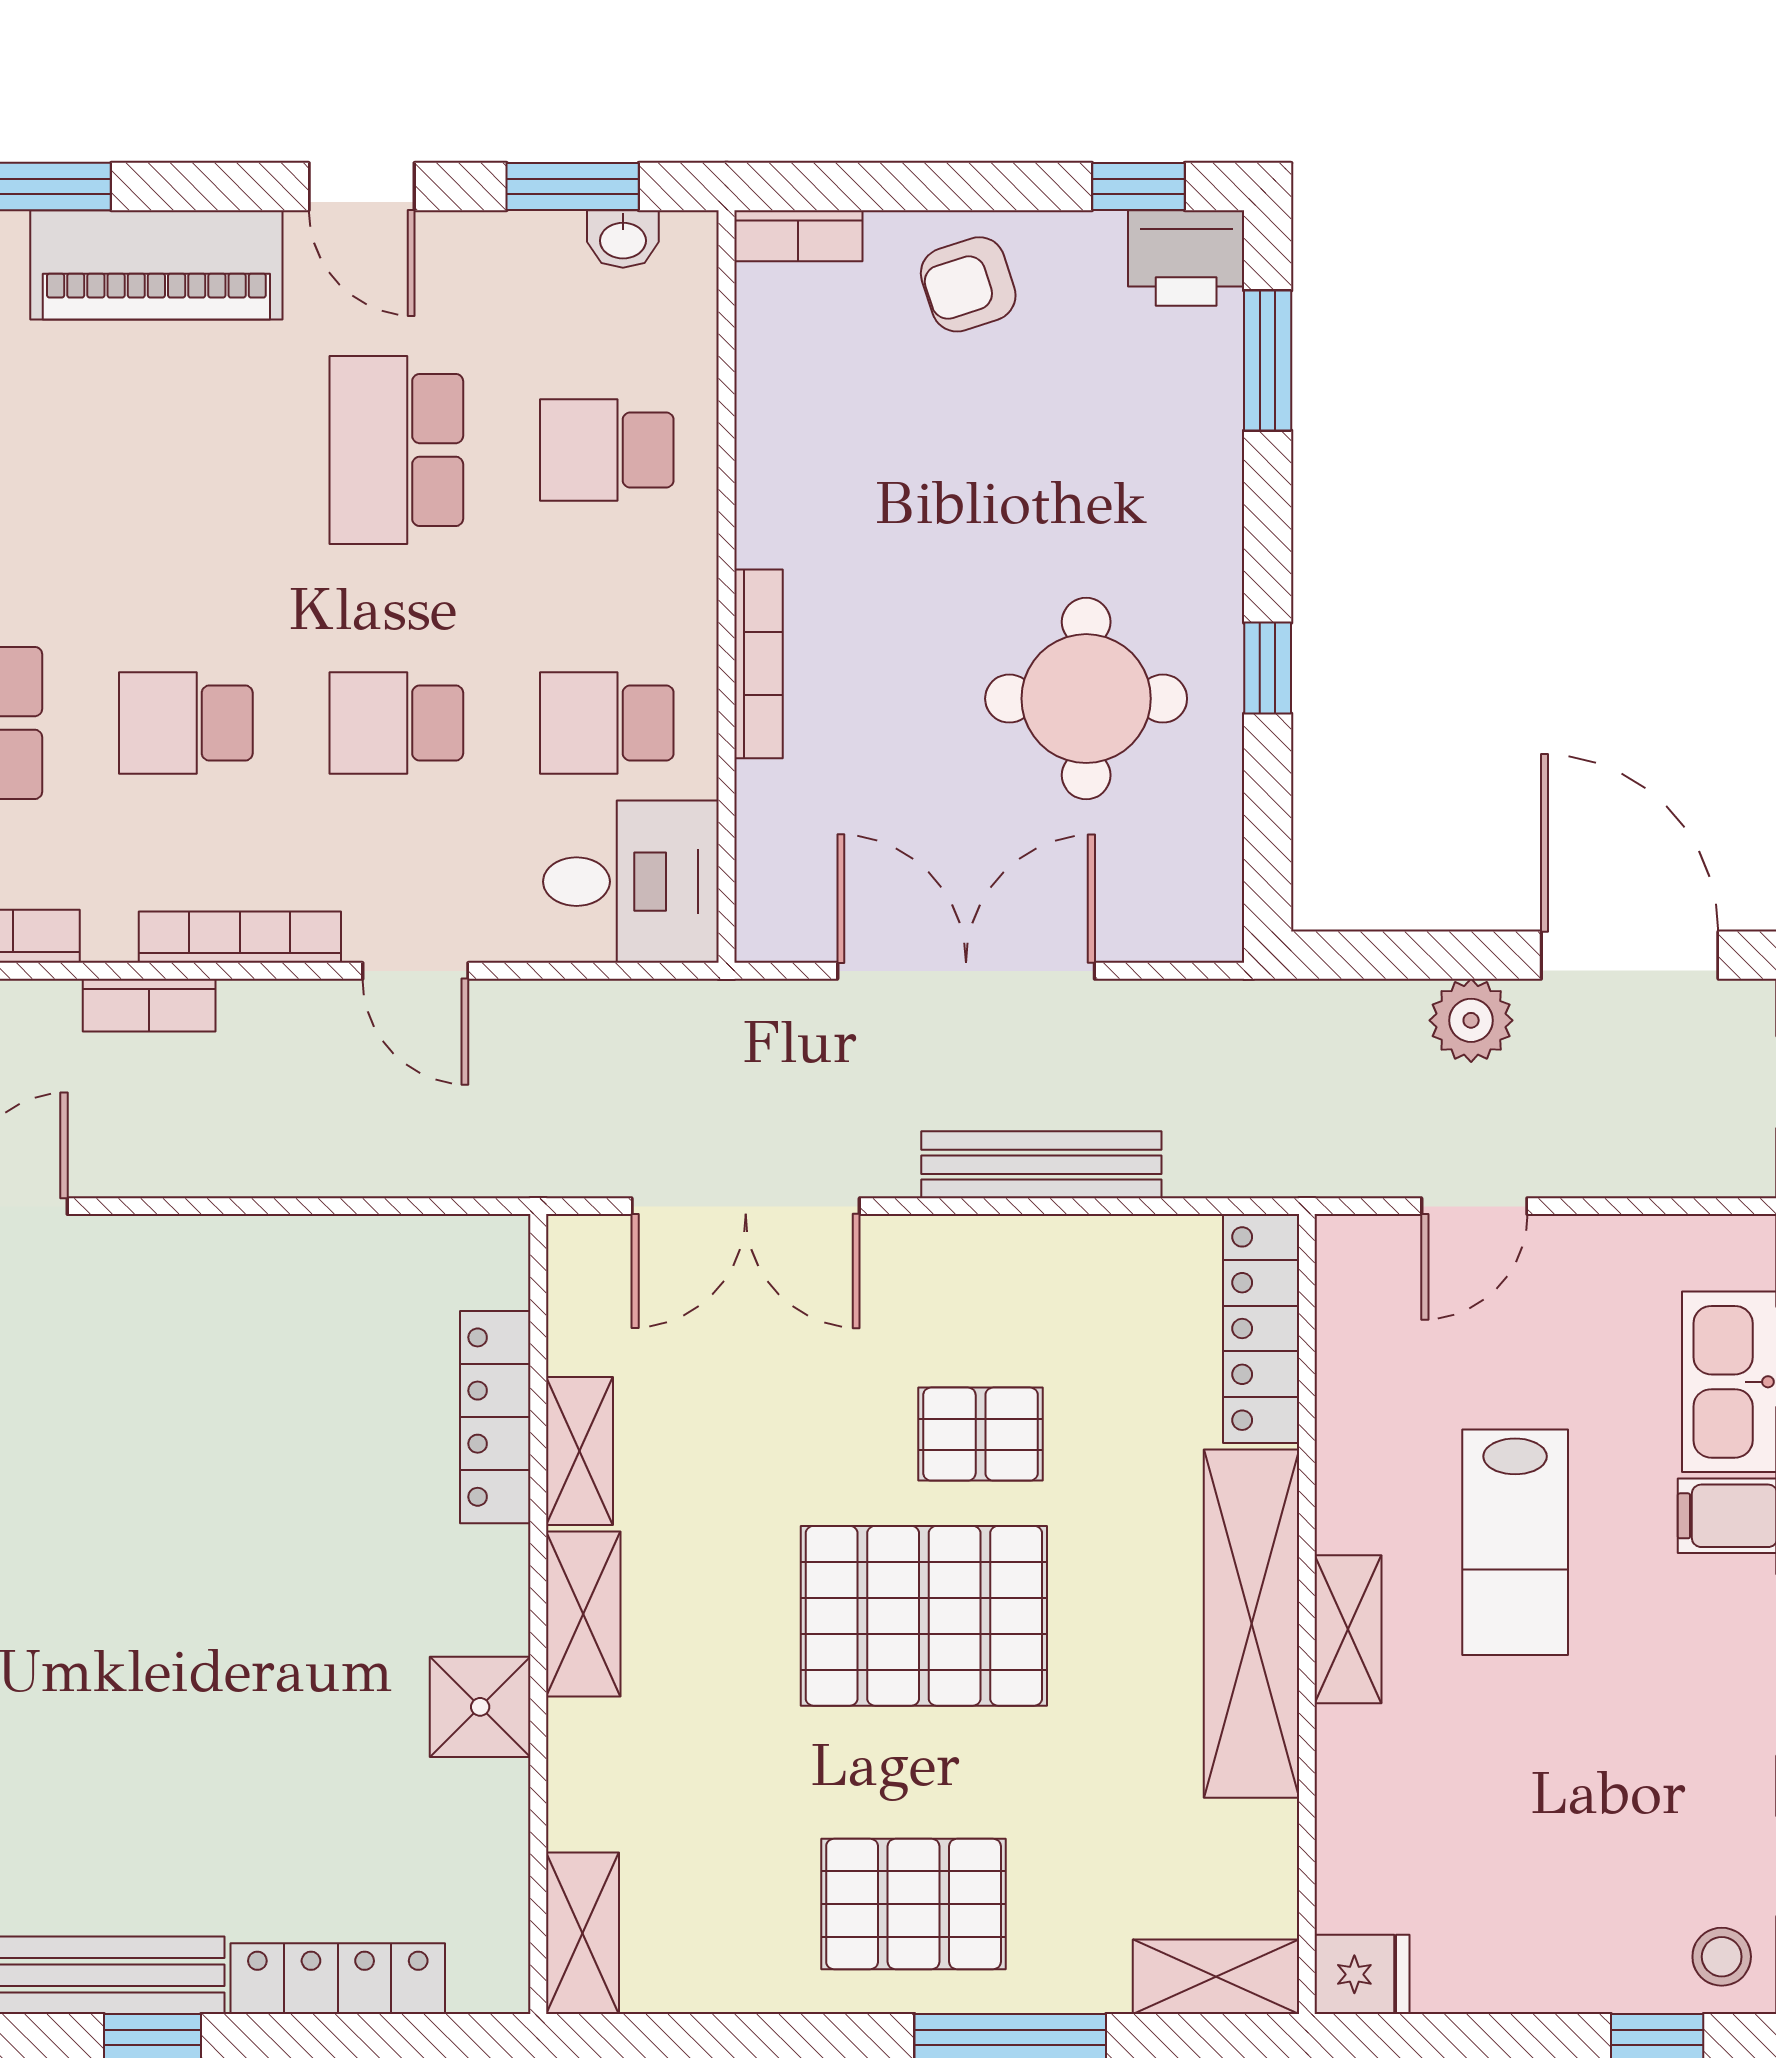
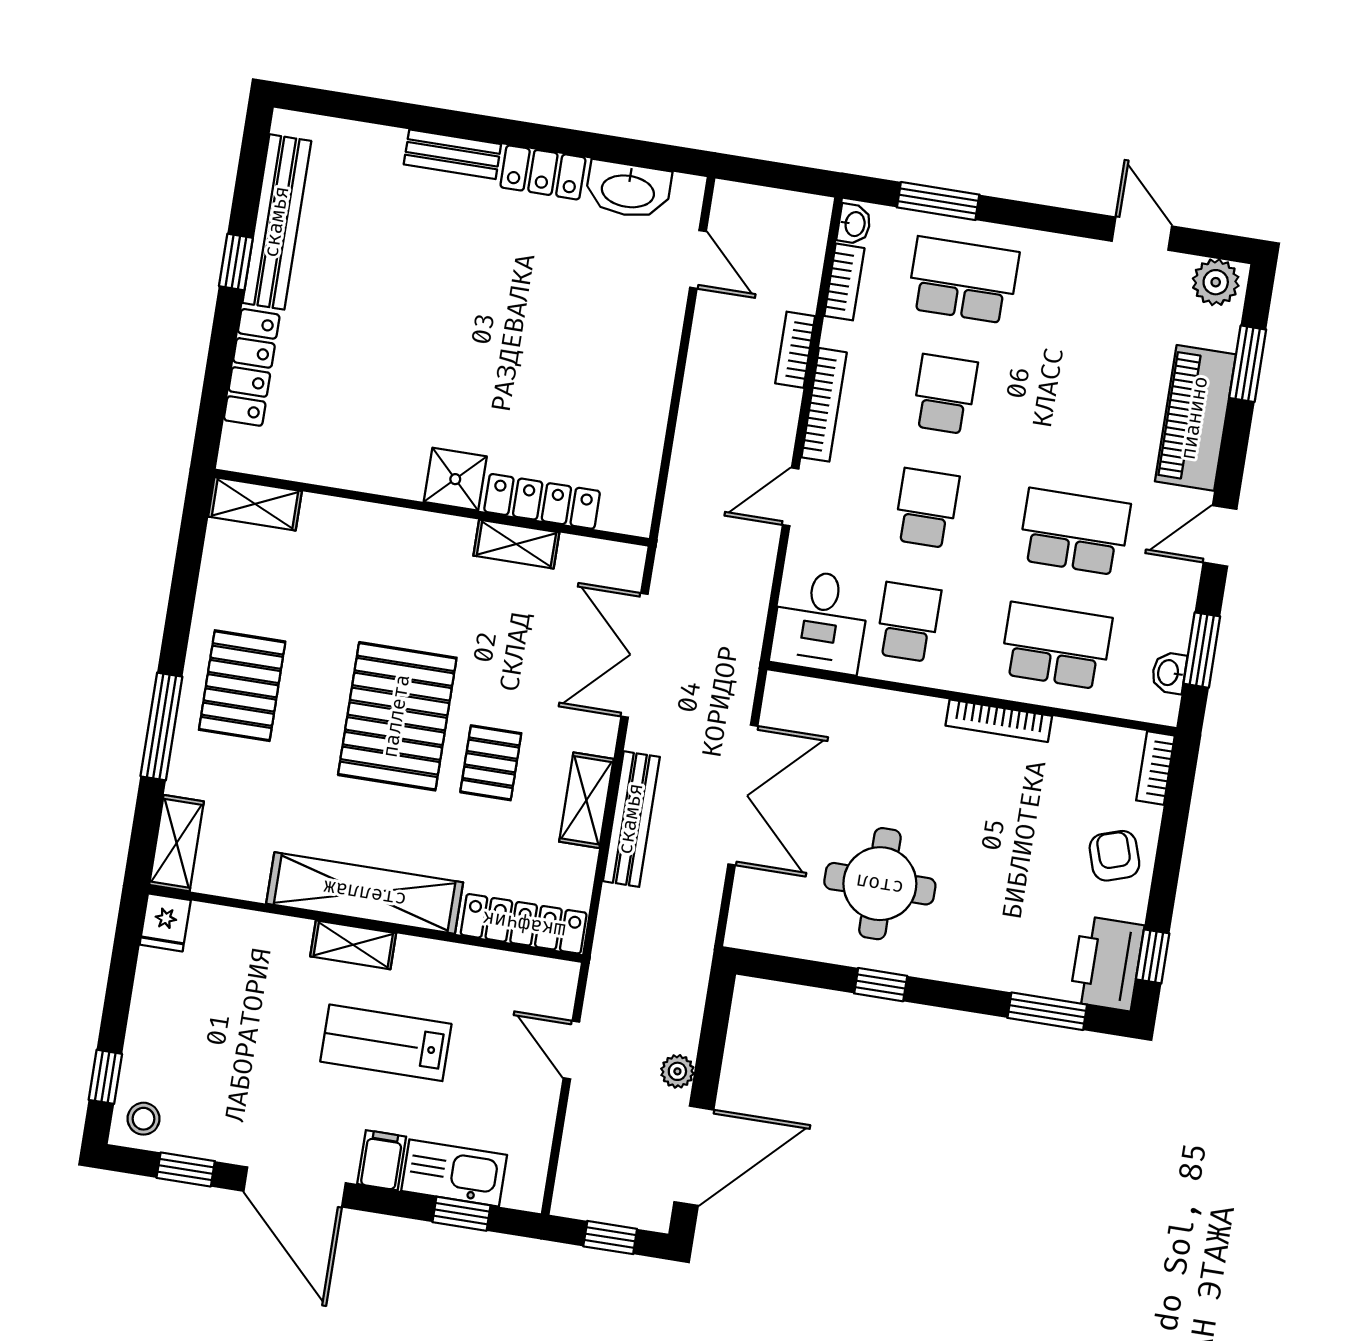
printer: (1186, 258) -> (1107, 963), width x1.37, depth x1.19
school desk: (607, 450) -> (1056, 646), width x1.85
bookcase: (758, 664) -> (999, 721), moved
plant: (1471, 1020) -> (677, 1071), width x0.73, depth x0.73
shelving: (583, 1614) -> (586, 800), moved, turned 90
shower: (480, 1707) -> (455, 479), moved

